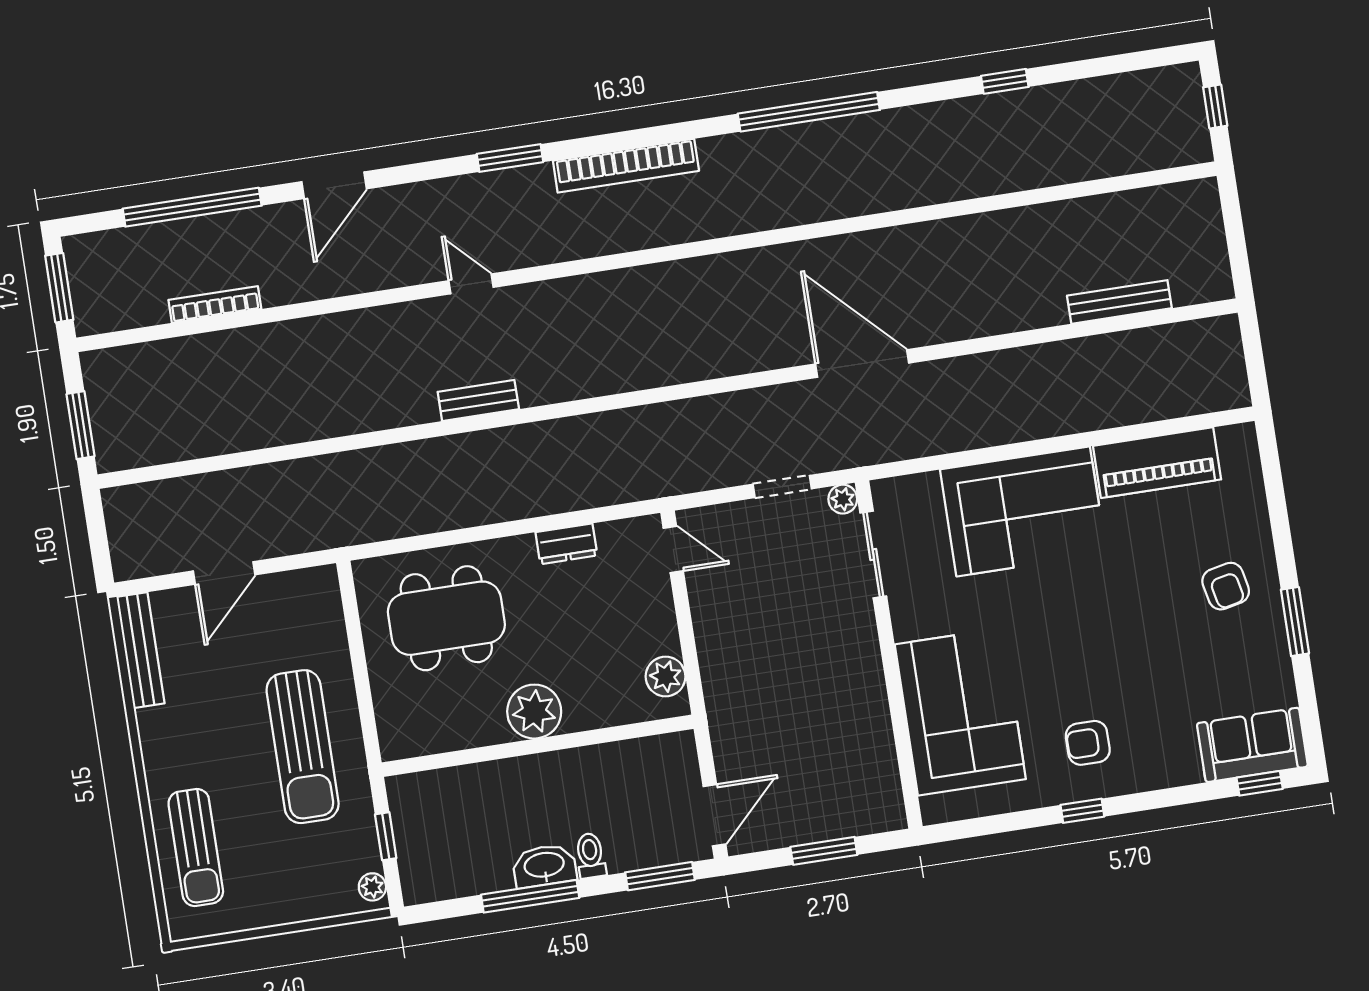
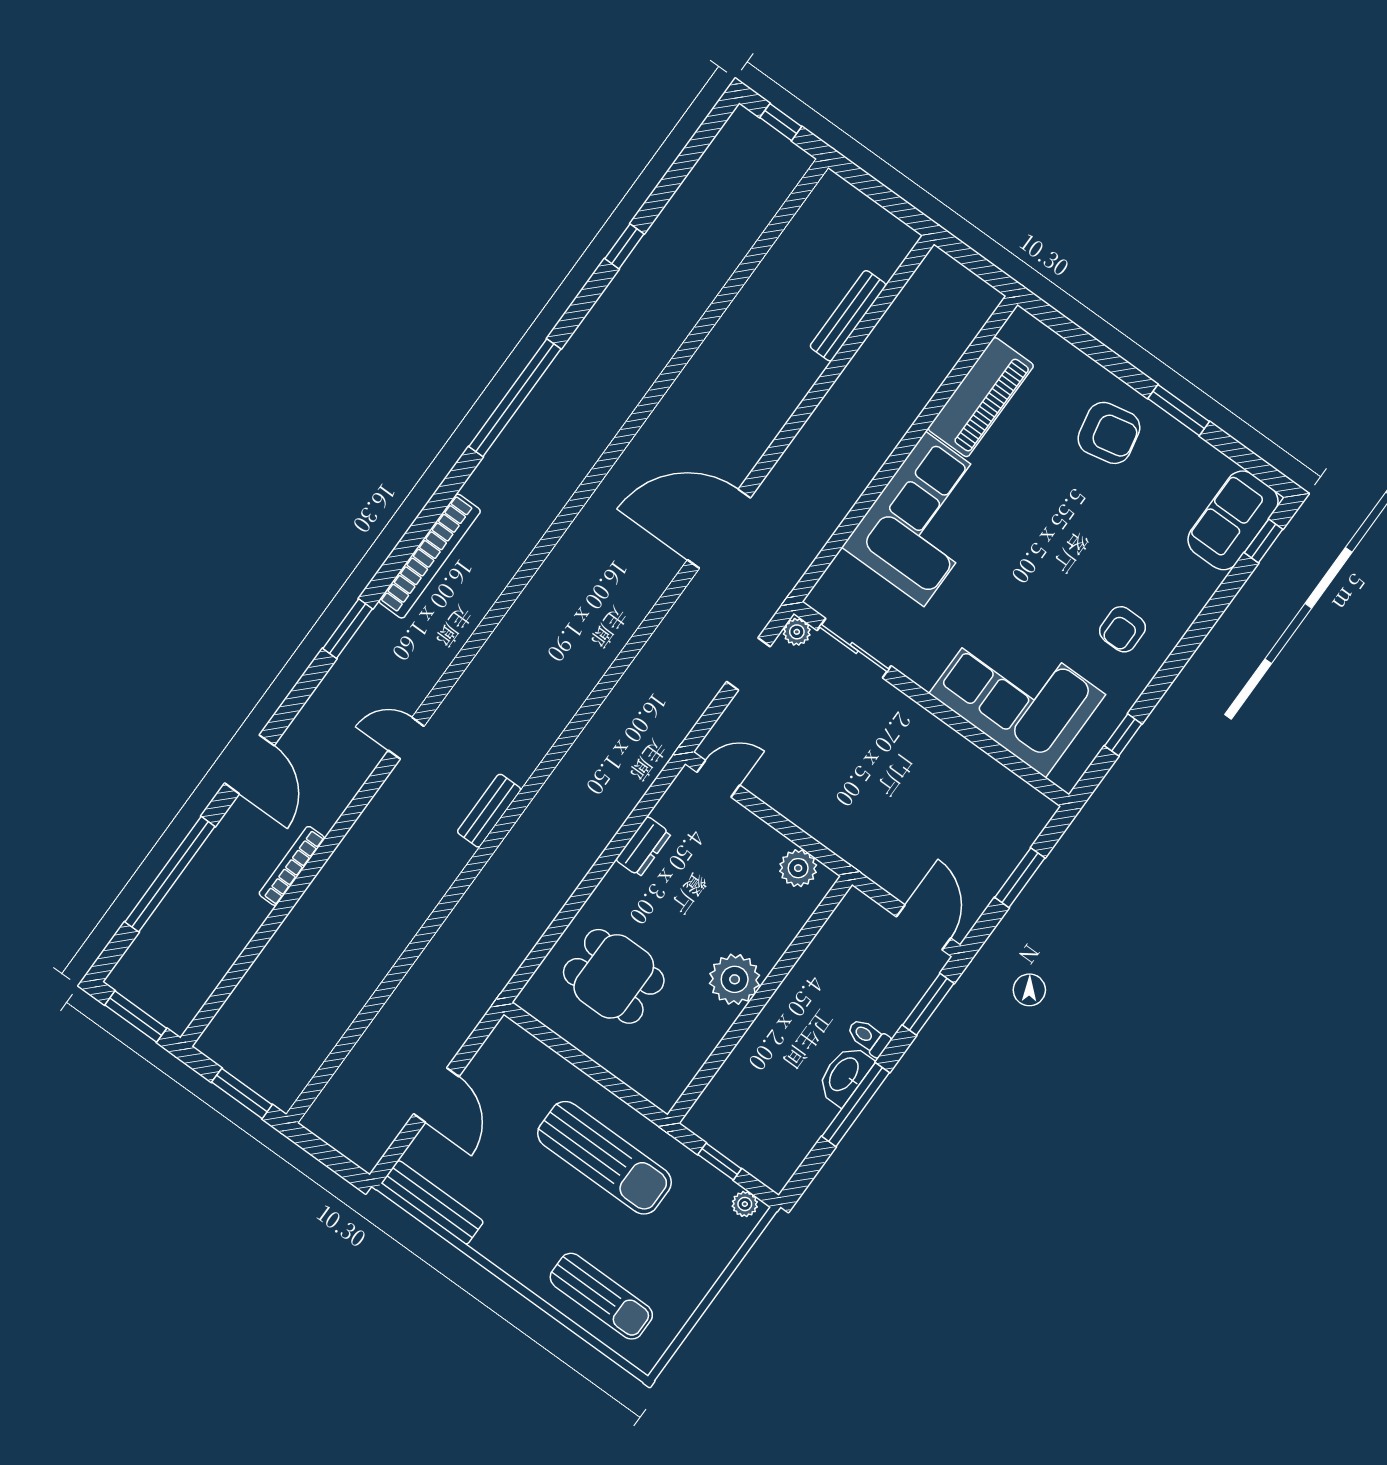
bookcase: (215, 304) -> (292, 866), moved
armchair: (1226, 586) -> (1109, 433), width x1.38, depth x1.38
dining table: (446, 618) -> (614, 976), width x0.73
window: (1082, 811) -> (1123, 735), moved

